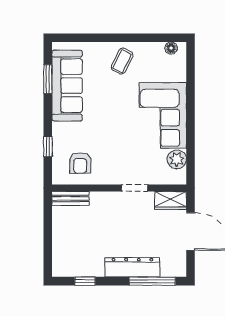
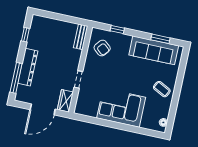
plant: (177, 159) -> (91, 111), removed
armchair: (80, 163) -> (102, 48), turned -141

